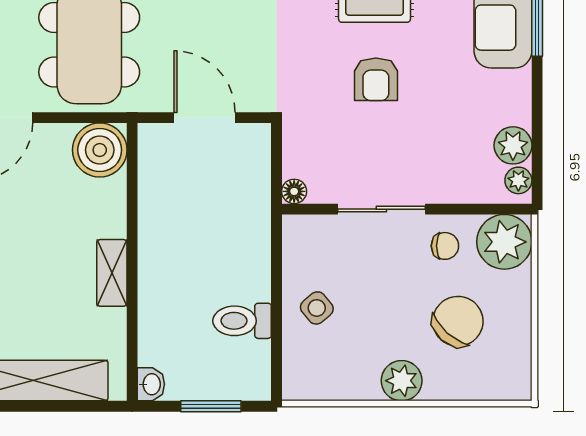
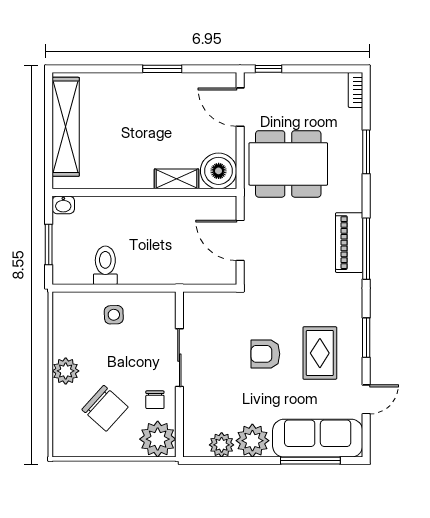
door: (205, 118) -> (240, 240), swing flipped
plant: (518, 180) -> (252, 441), moved, width x1.88, depth x1.88
floor lamp: (294, 191) -> (191, 300), removed
shelving: (112, 273) -> (176, 179), moved
side table: (317, 308) -> (114, 315), turned 38

